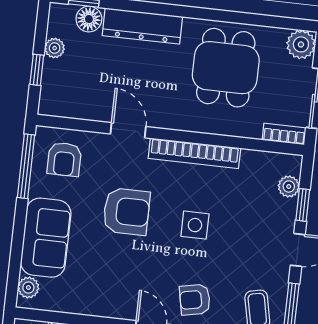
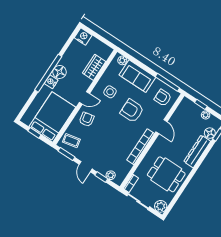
door: (128, 130) -> (162, 127), hinge flipped
armchair: (126, 211) -> (132, 111), turned 90
side table: (195, 225) -> (110, 92), moved

